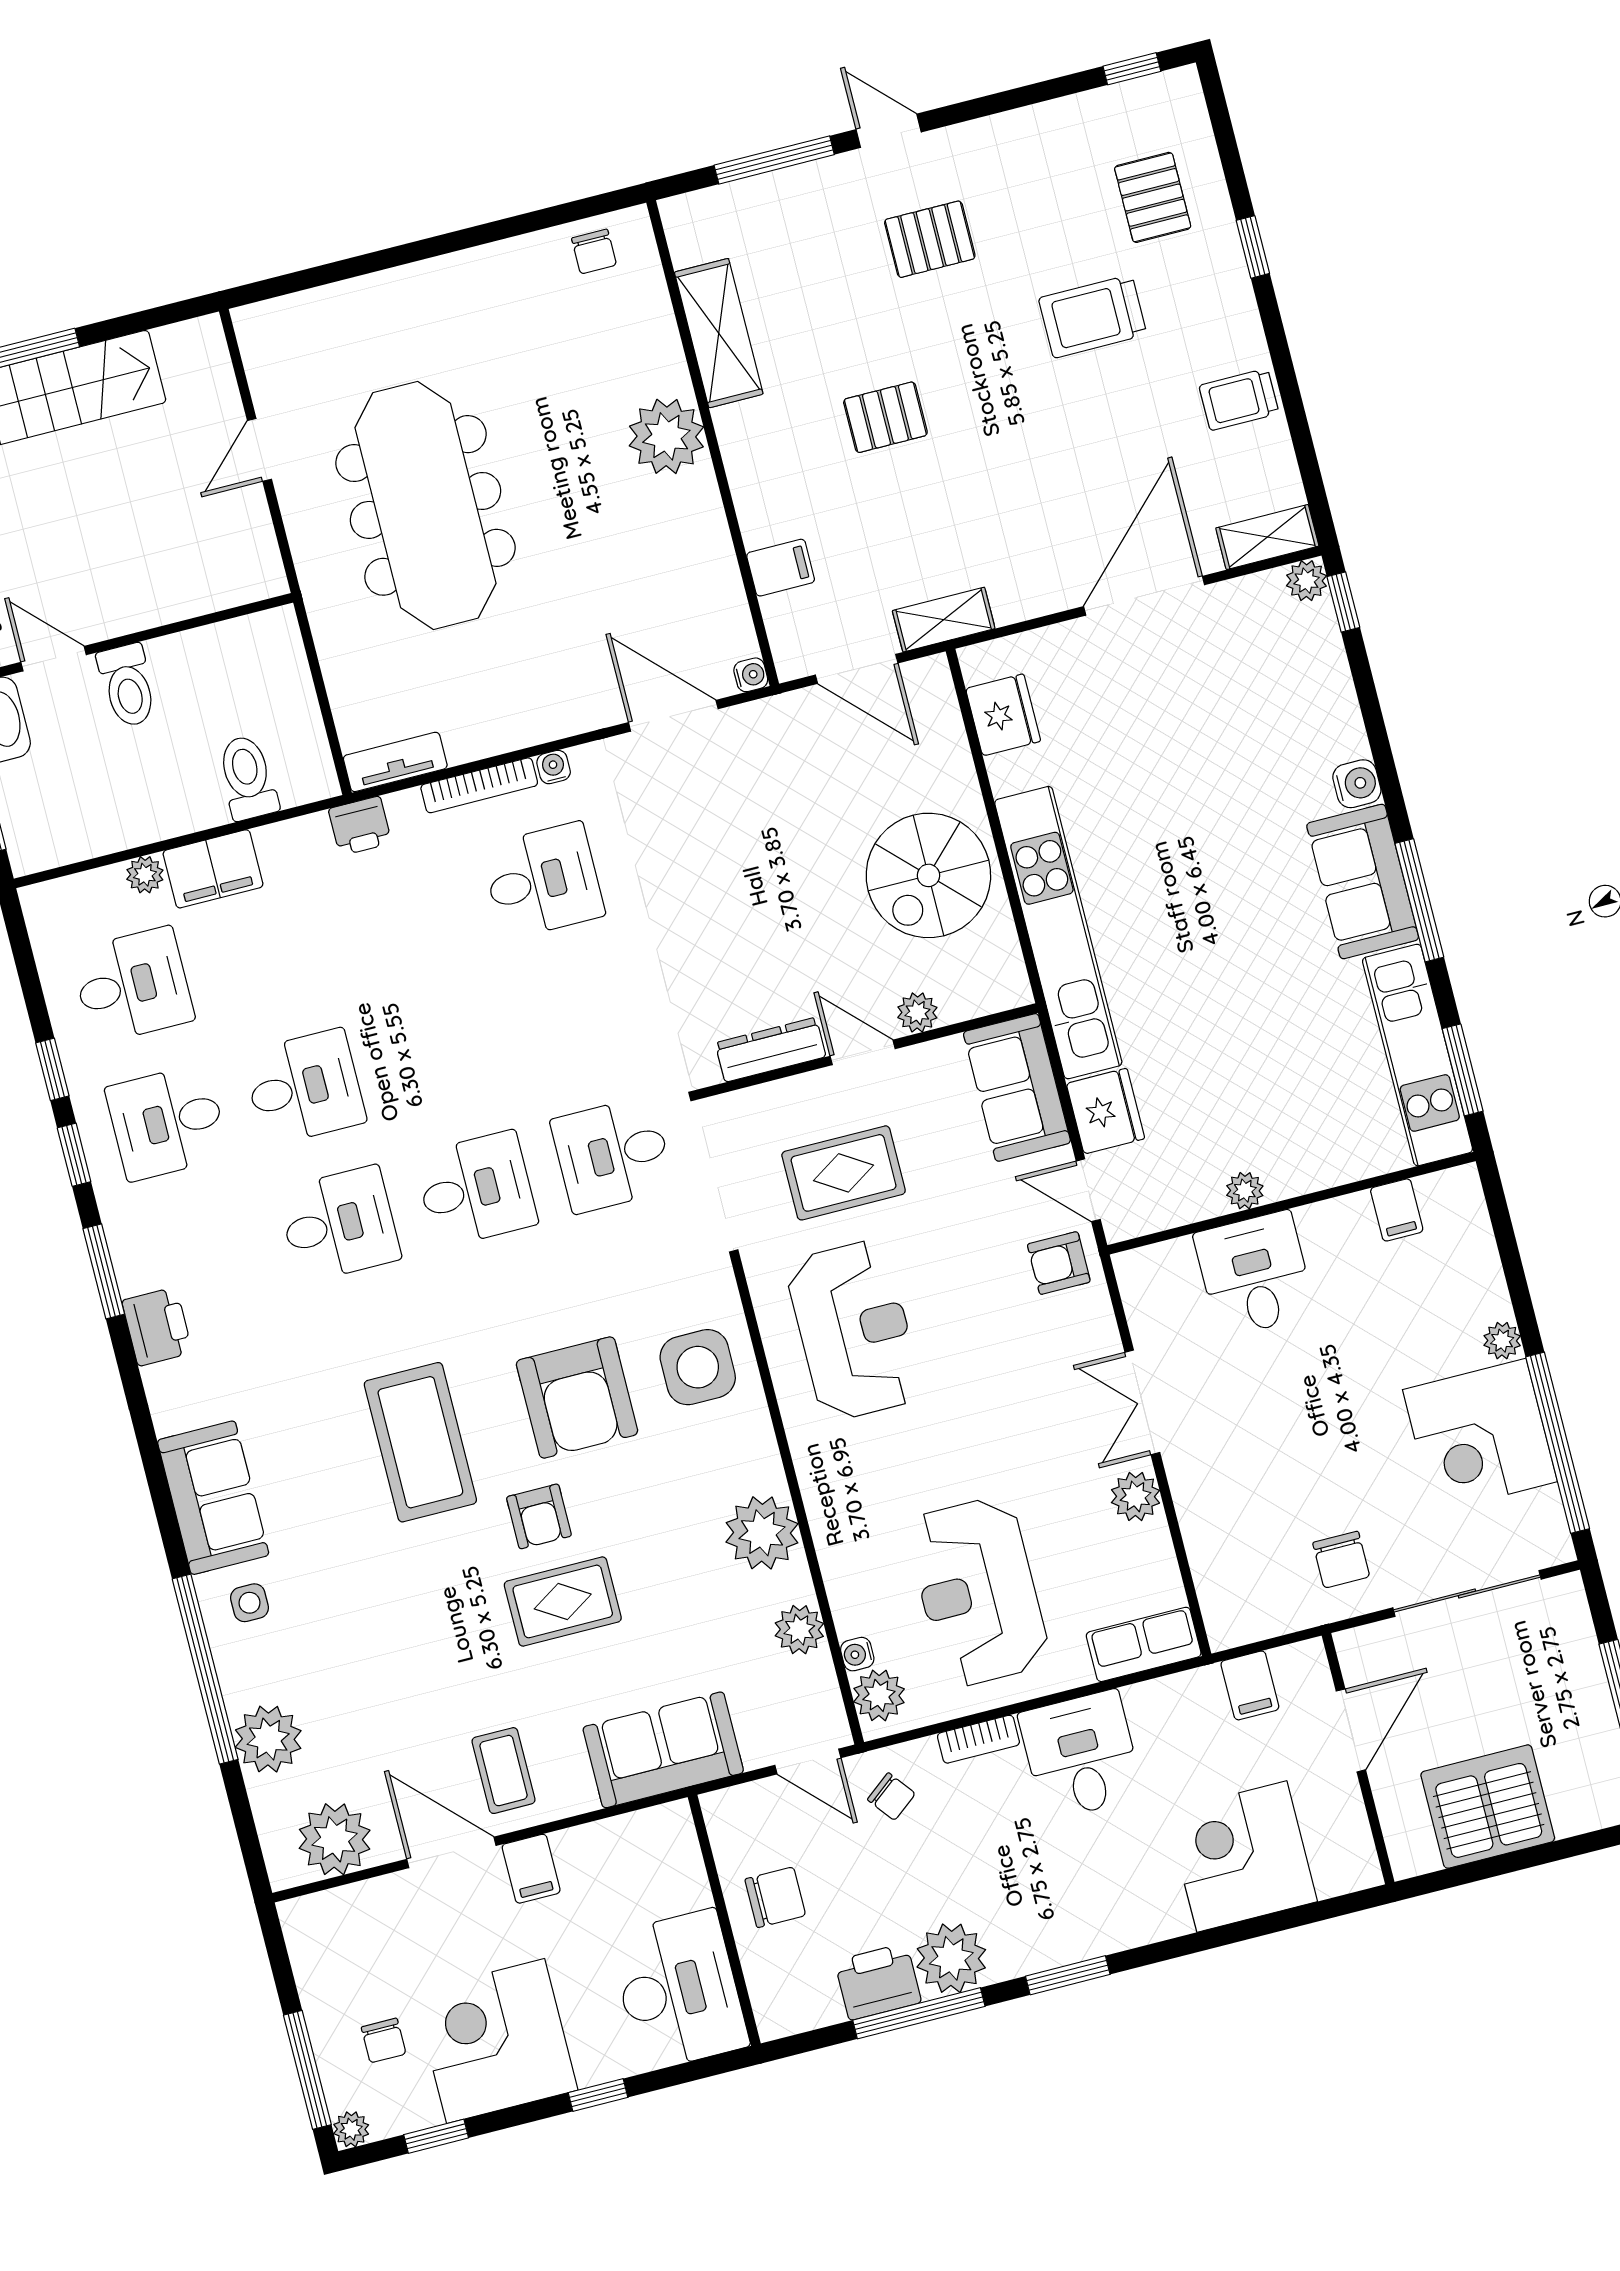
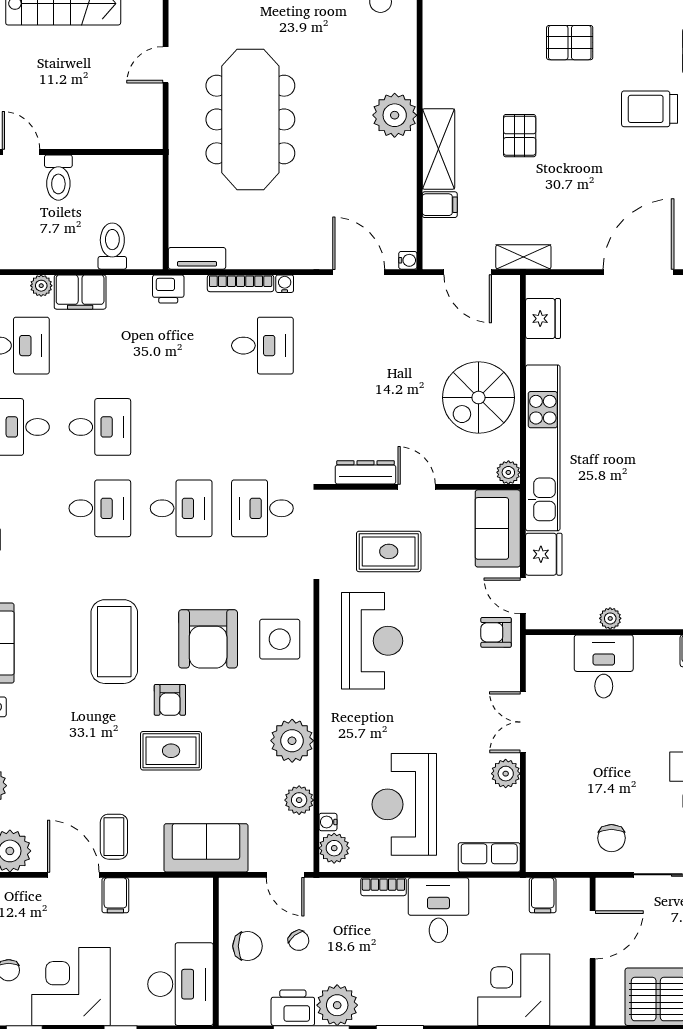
shelving: (719, 333) -> (439, 149), moved
pallet: (885, 417) -> (520, 136), turned 90
plant: (917, 1012) -> (508, 472), moved
chair: (891, 1797) -> (299, 940), moved

